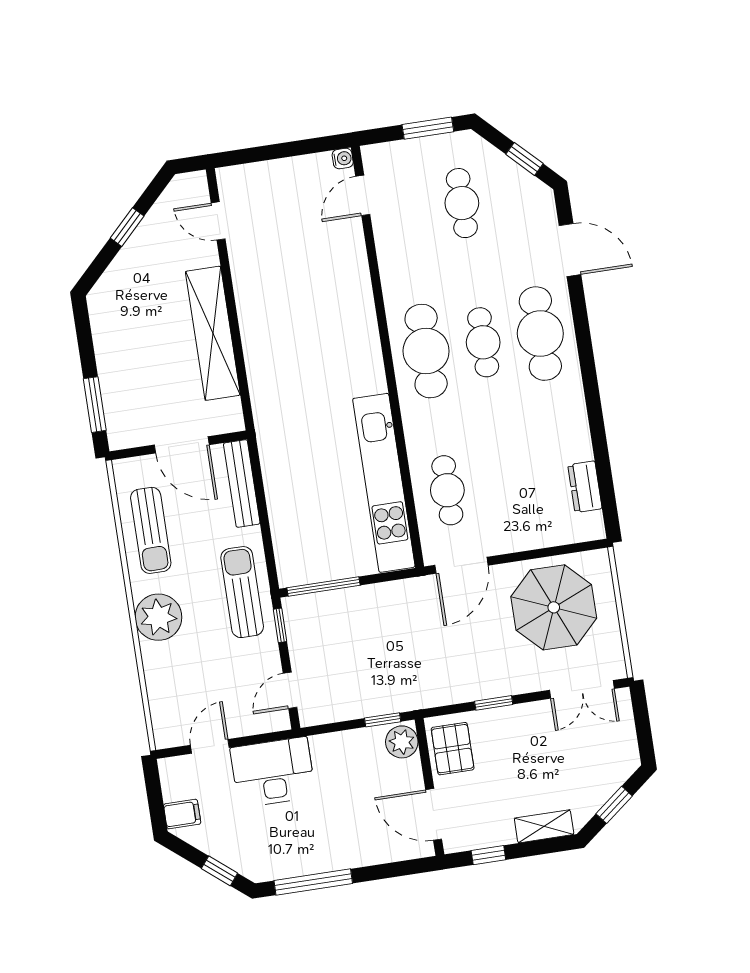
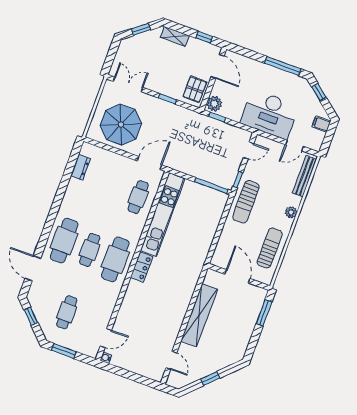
locker: (369, 364) -> (142, 267), added
bench: (242, 483) -> (305, 176), moved
plant: (158, 617) -> (291, 212), width x0.53, depth x0.53
desk: (273, 772) -> (270, 114), width x1.36, depth x1.30

